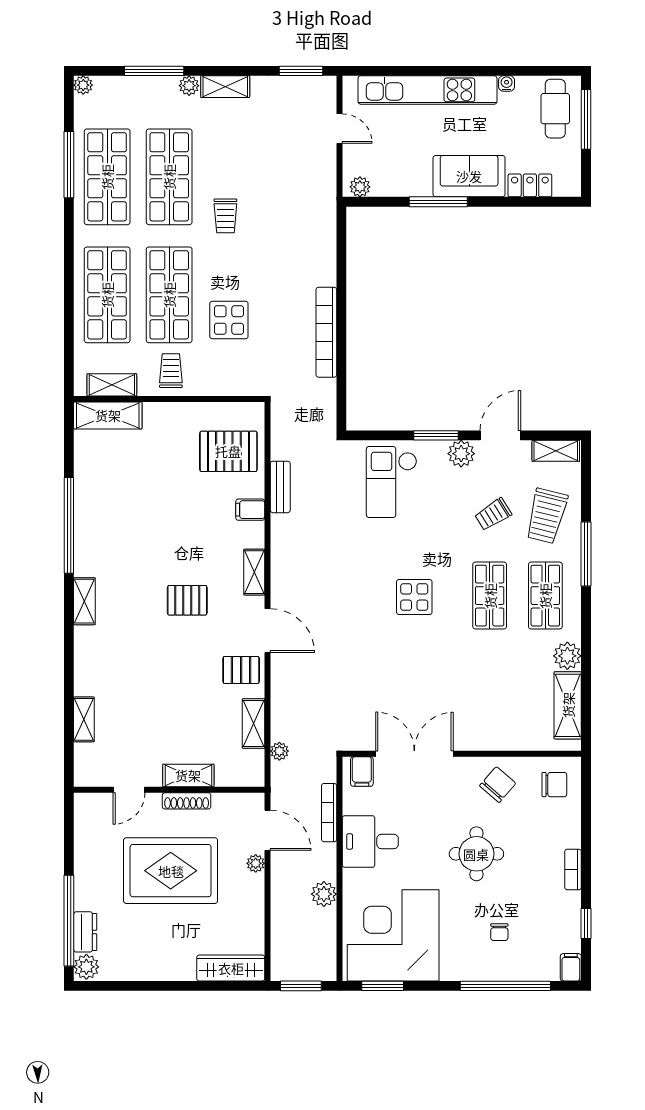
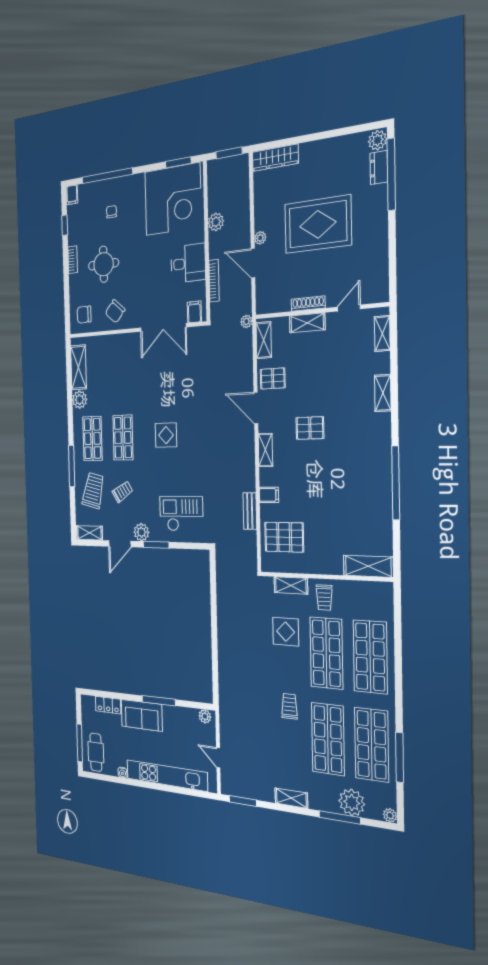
plant: (189, 86) -> (352, 802), moved, width x1.88, depth x1.88
bookcase: (326, 332) -> (223, 619), removed
shelving: (112, 385) -> (291, 585), moved
checkout: (392, 482) -> (181, 514), turned -90
shelving: (84, 601) -> (383, 393), moved
shelving: (188, 775) -> (307, 323), moved
door: (129, 790) -> (349, 308), moved
wall: (169, 790) -> (320, 311), moved
shoe rack: (187, 801) -> (308, 304), moved
round table: (476, 854) -> (104, 264), moved

